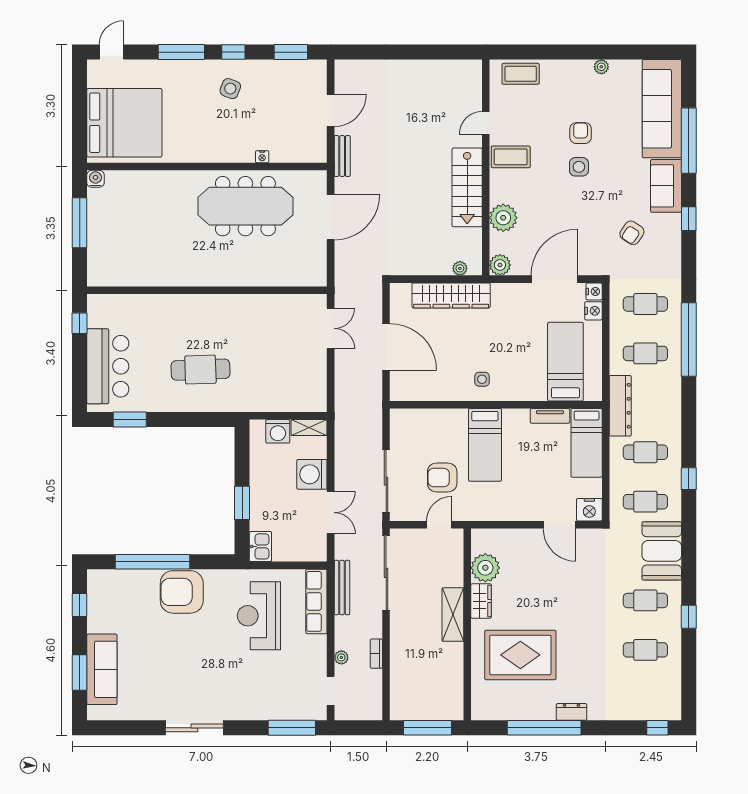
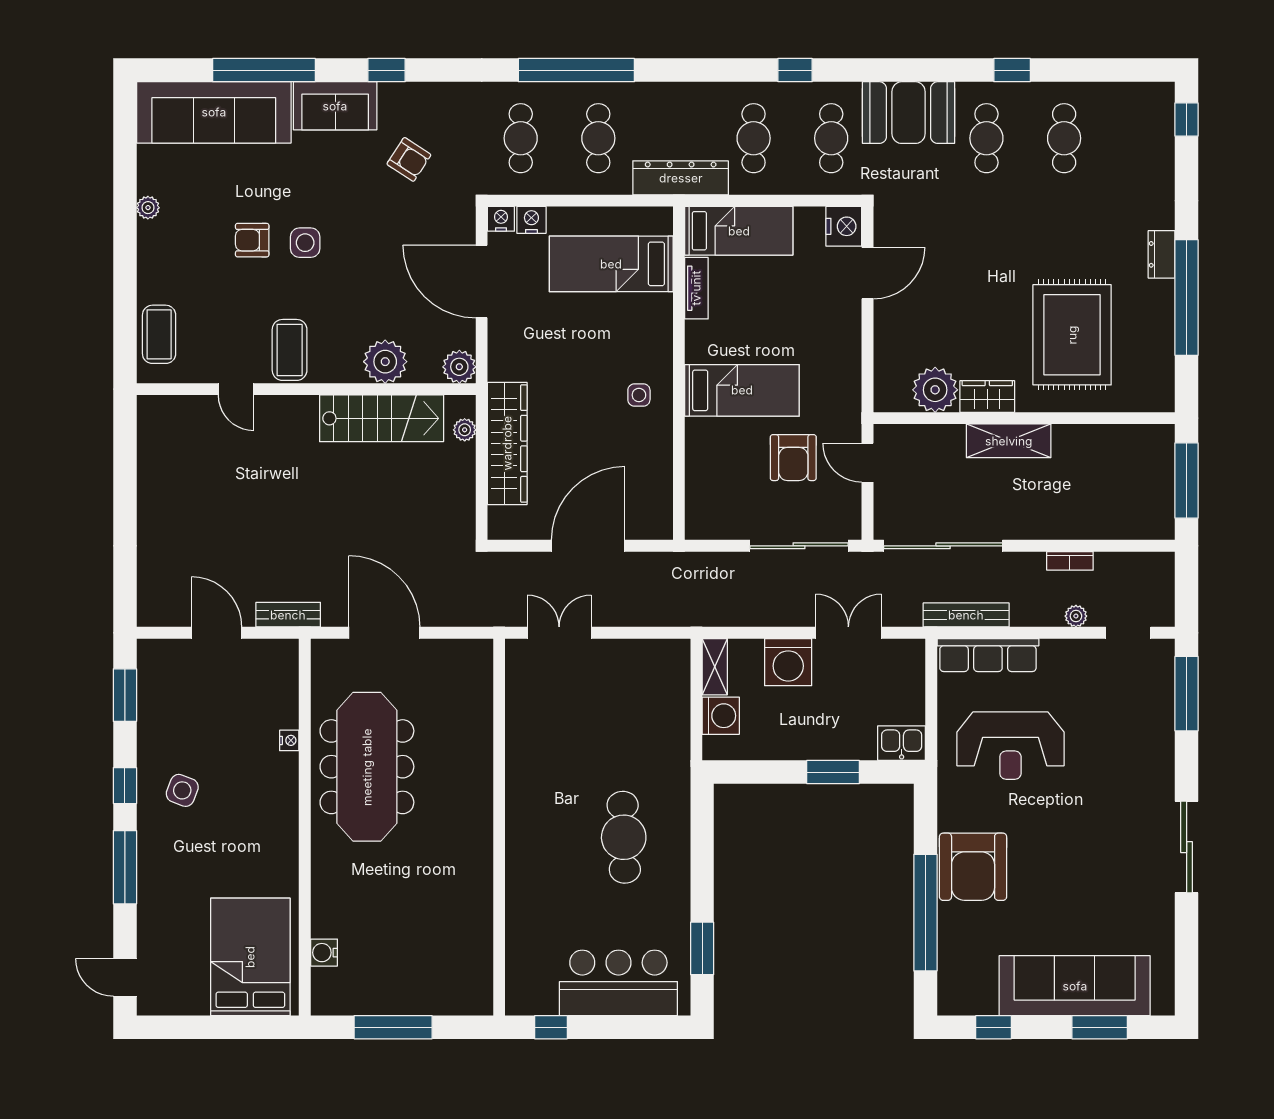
bed: (124, 123) -> (250, 957), width x0.73
water cooler: (96, 179) -> (324, 953), moved
stairs: (467, 187) -> (382, 418), moved
sofa: (102, 669) -> (1075, 986), width x1.36, depth x1.27

